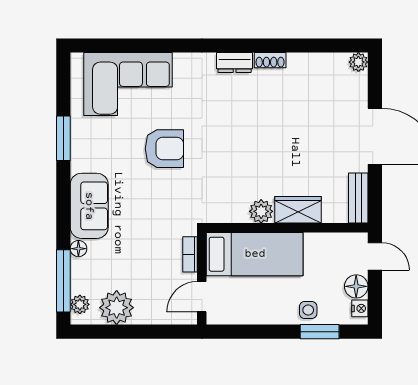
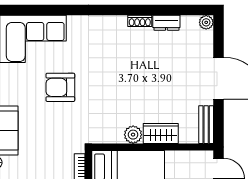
dresser: (235, 63) -> (166, 23), moved
armchair: (164, 149) -> (60, 87), turned 180

